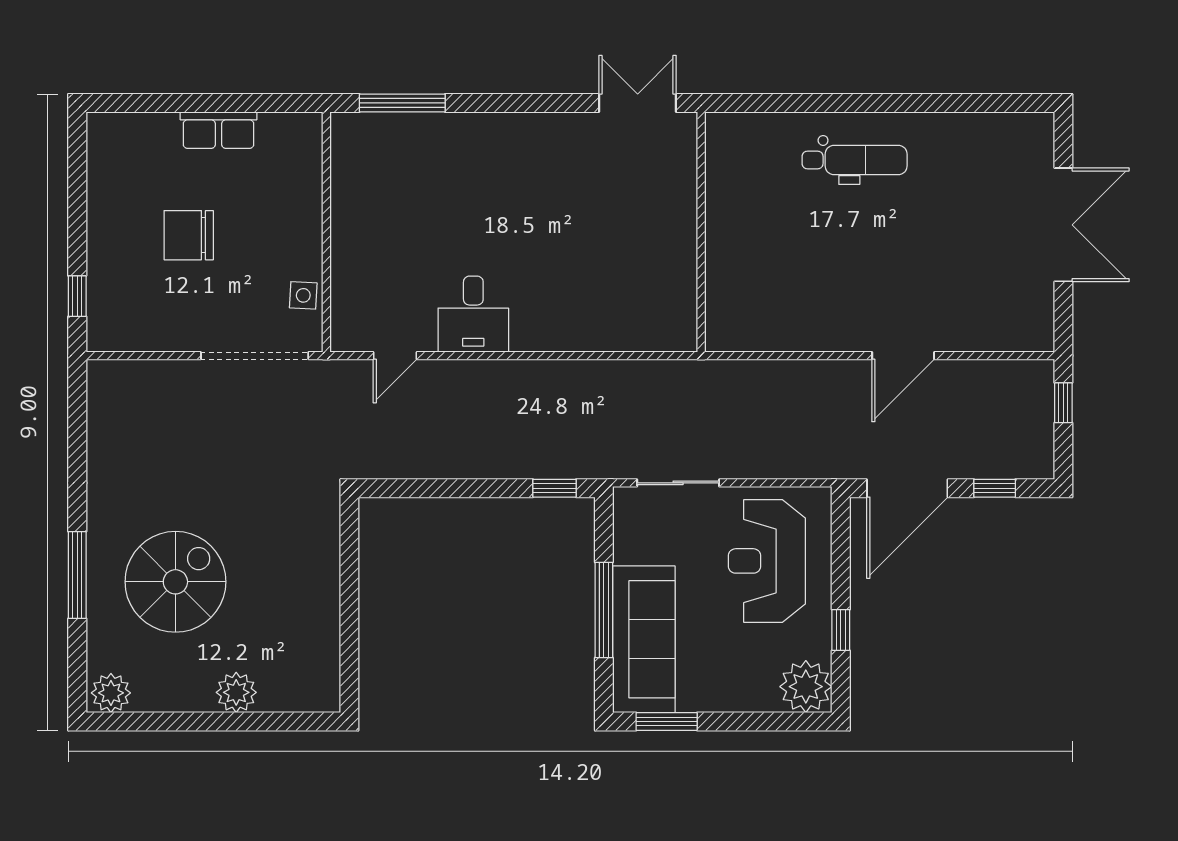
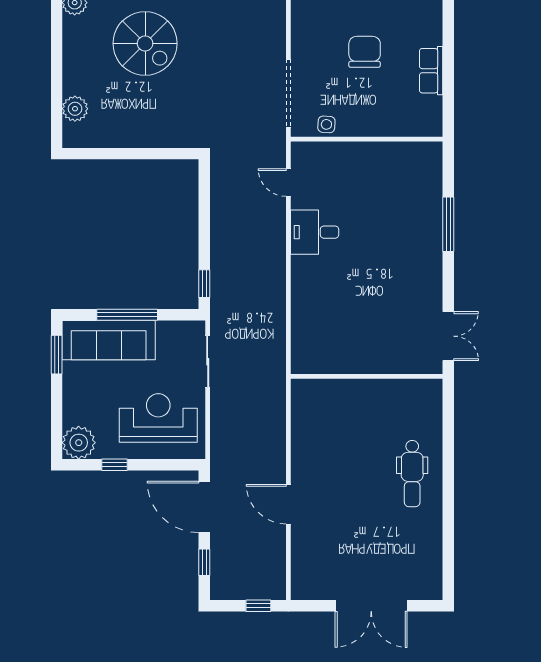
window: (402, 103) -> (448, 224), moved
plant: (236, 692) -> (75, 109), moved

